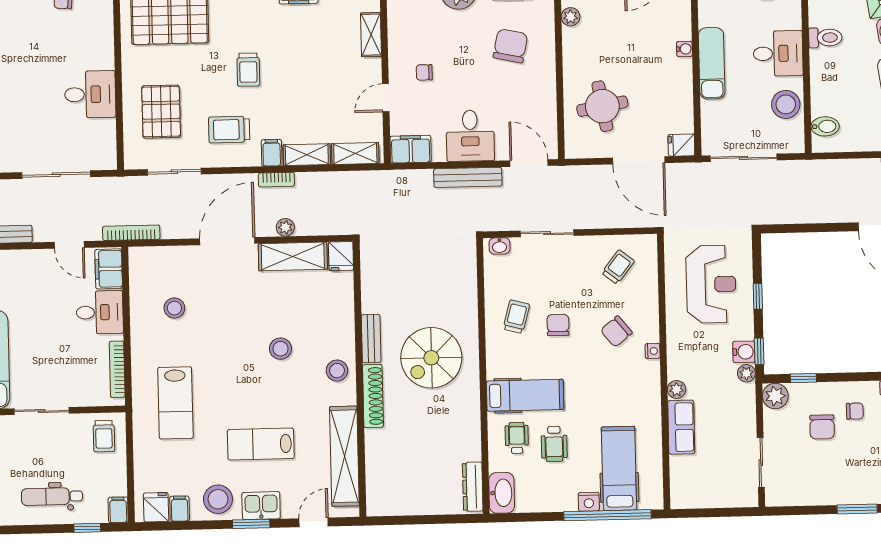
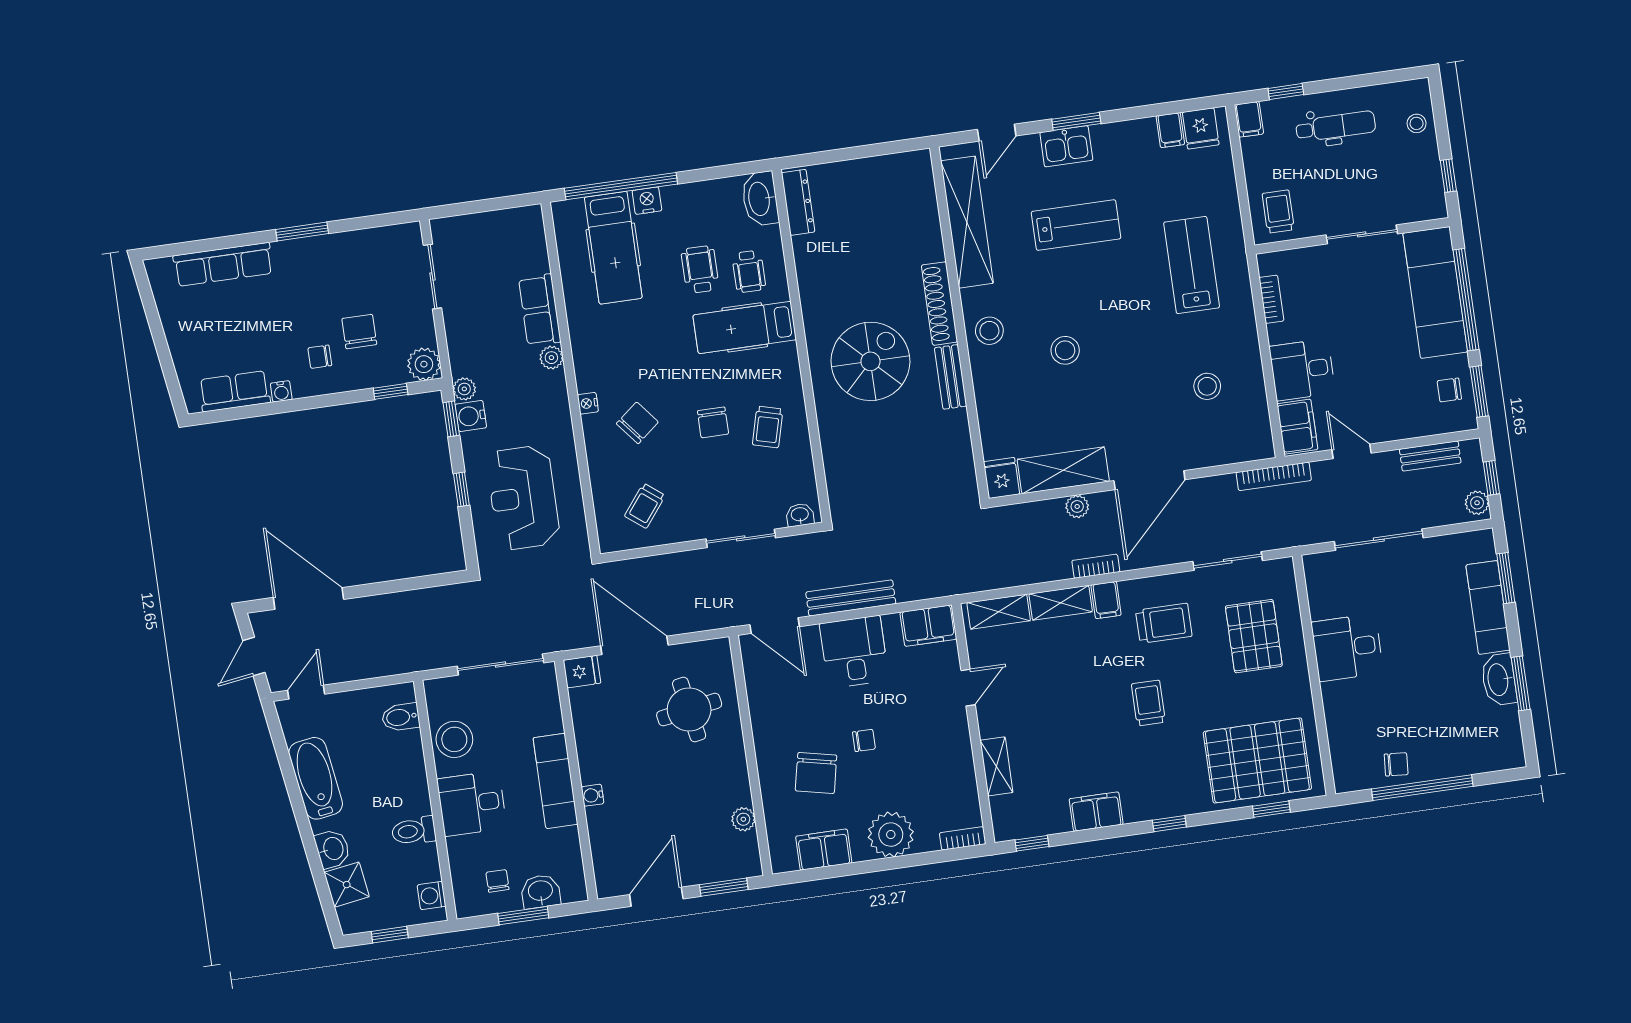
chair: (424, 72) -> (864, 740), moved
bookcase: (117, 369) -> (1271, 299), width x0.64
stool: (218, 499) -> (1123, 148), removed

